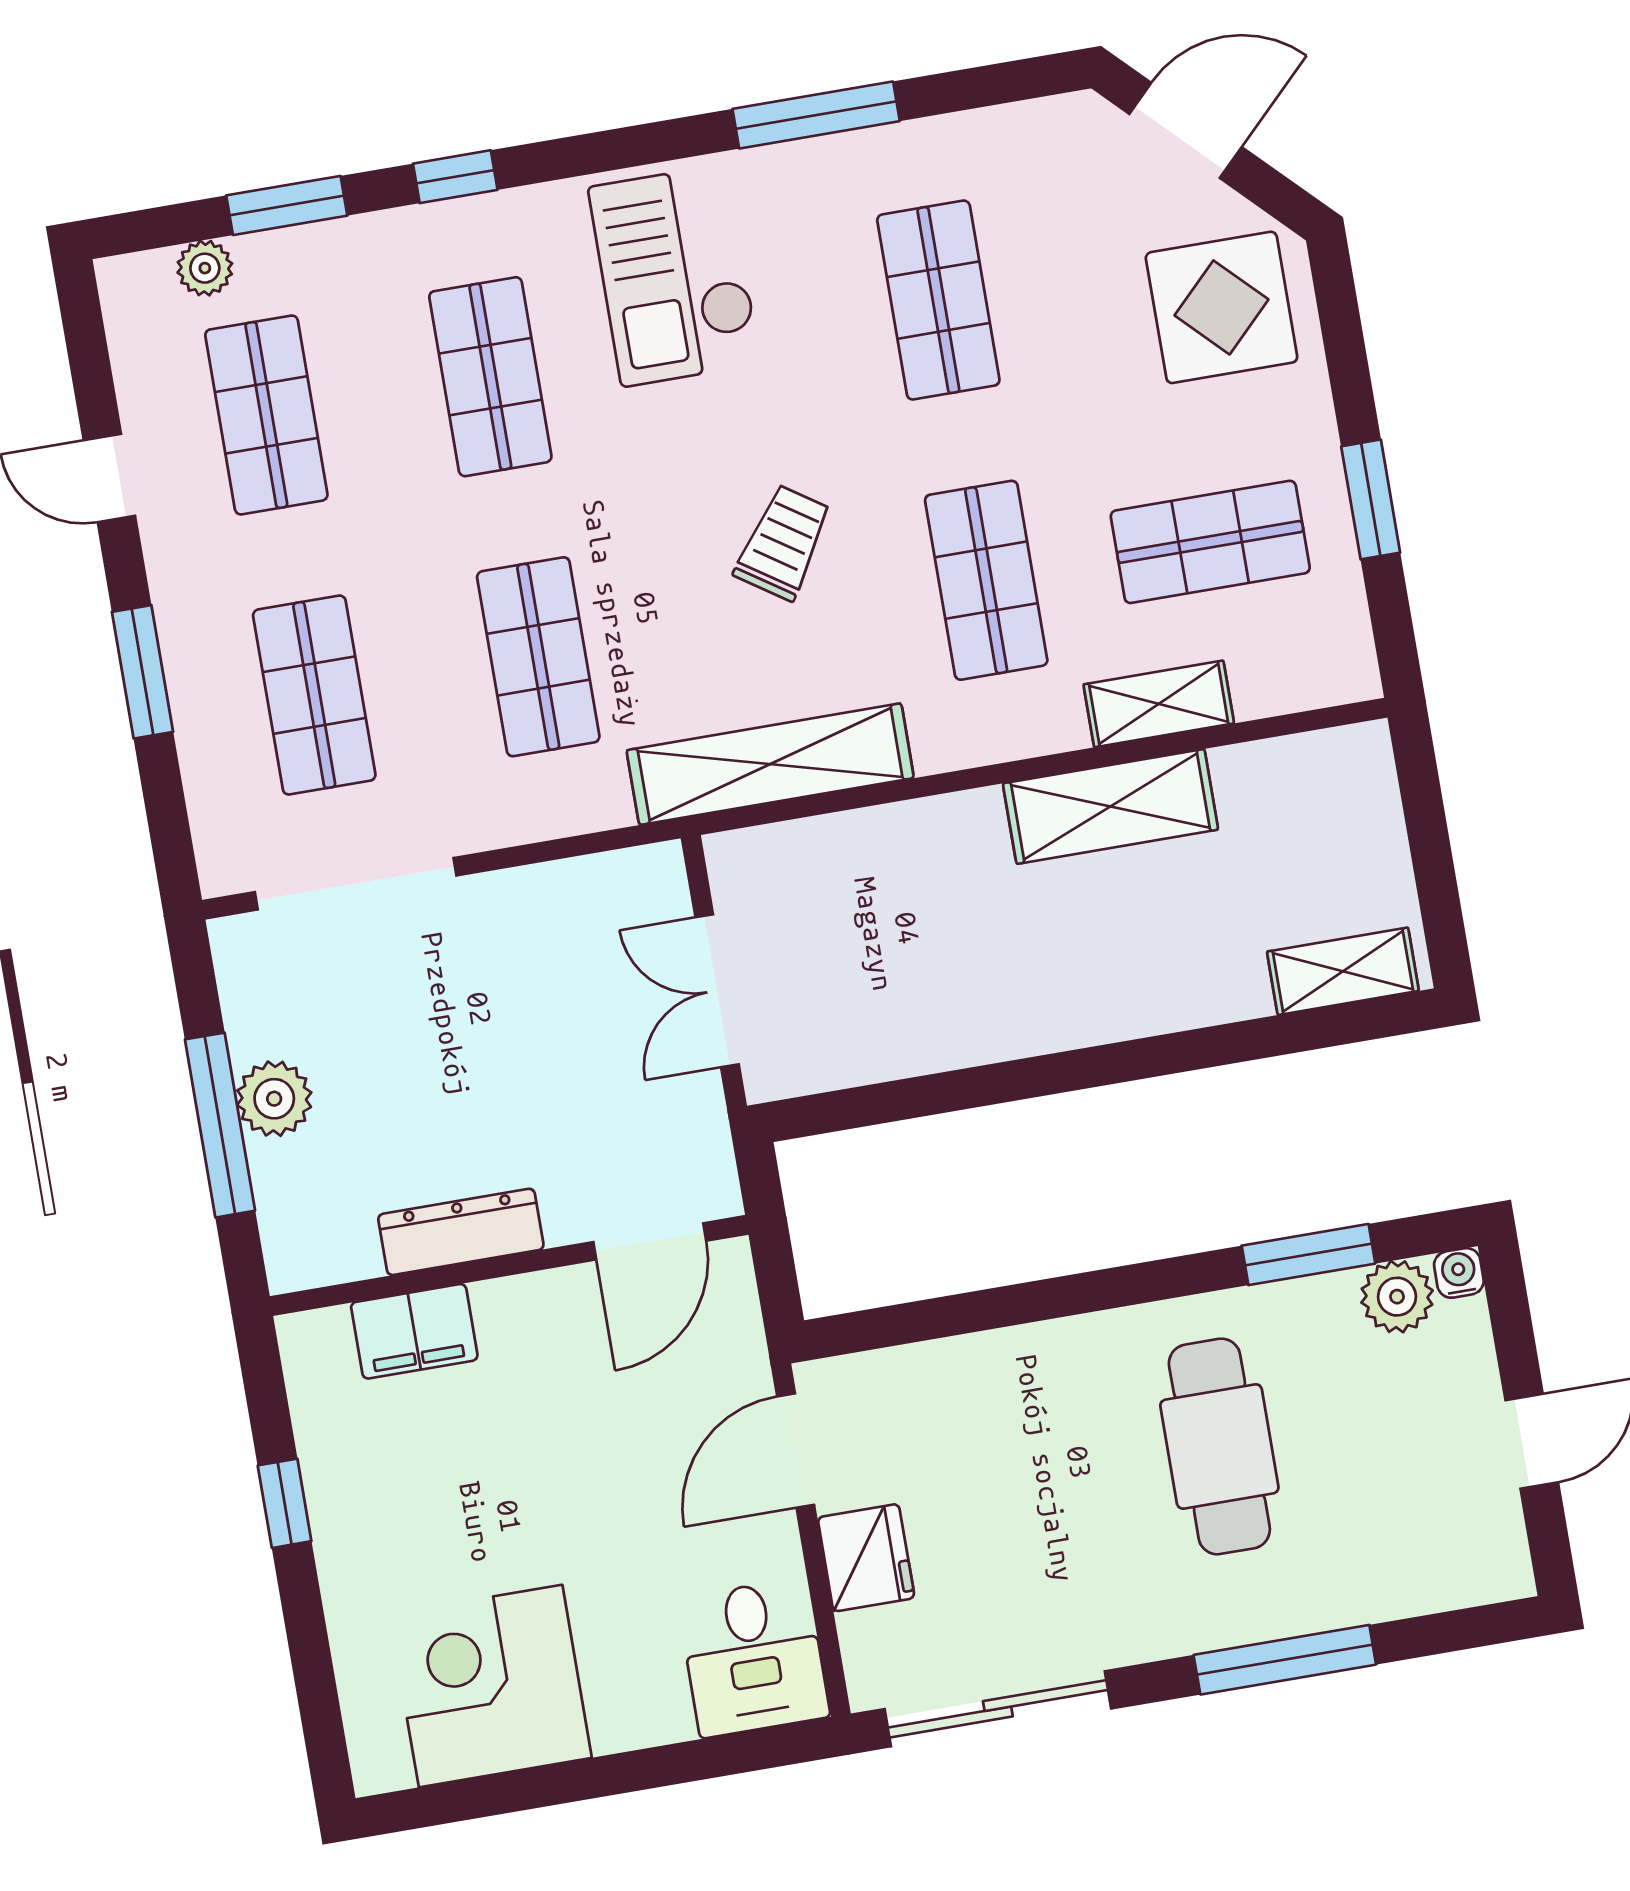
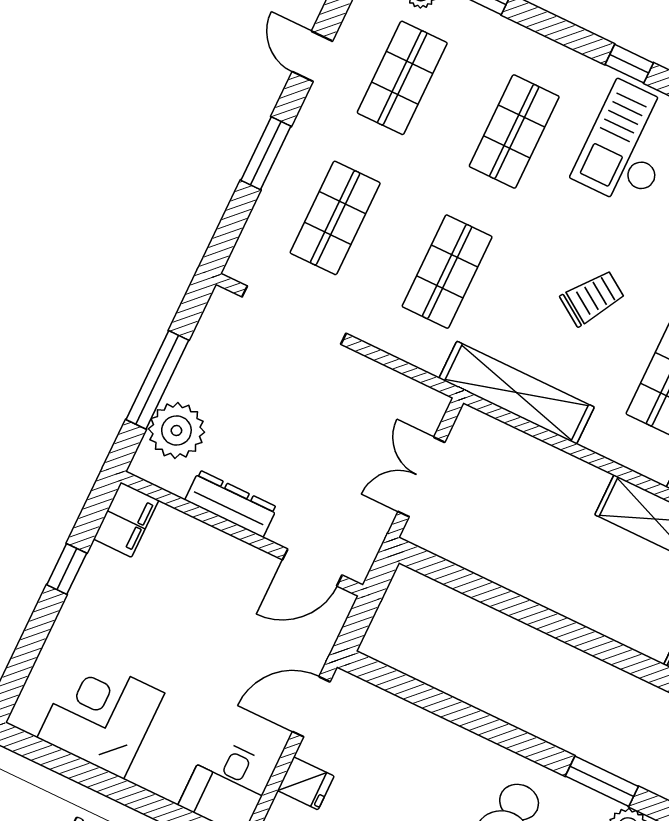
window: (455, 177) -> (629, 64), moved
plant: (274, 1099) -> (176, 431), moved, width x1.36, depth x1.36
filing cabinet: (414, 1331) -> (126, 520), moved, turned -90
fridge: (866, 1558) -> (306, 783), width x0.72

